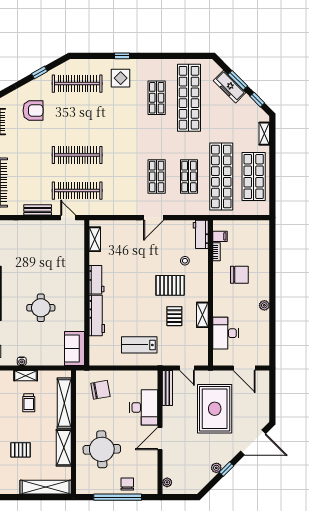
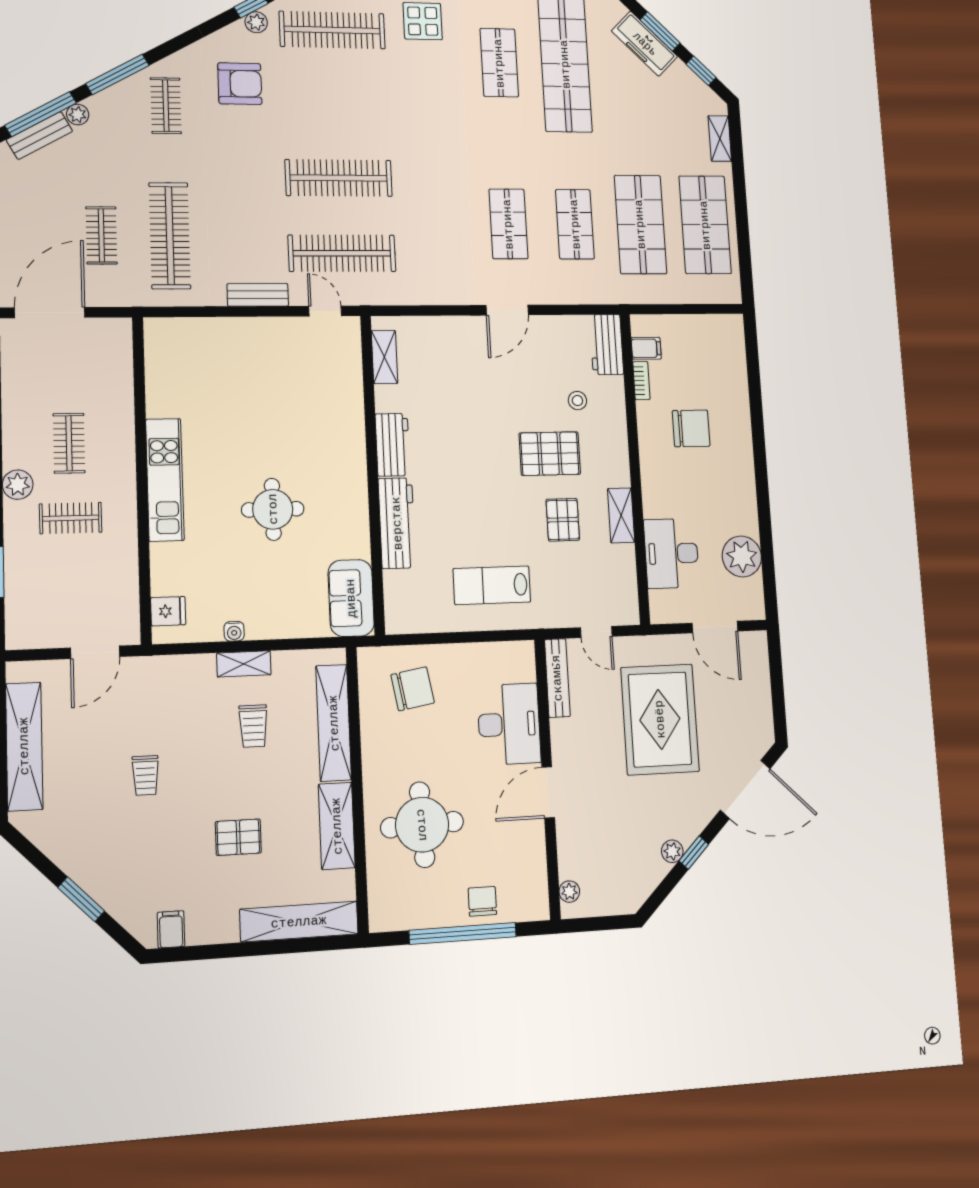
plant: (42, 81) -> (256, 22), added
shop shelf: (221, 176) -> (640, 224), width x0.71
plant: (264, 305) -> (742, 556), moved, width x1.88, depth x1.88

